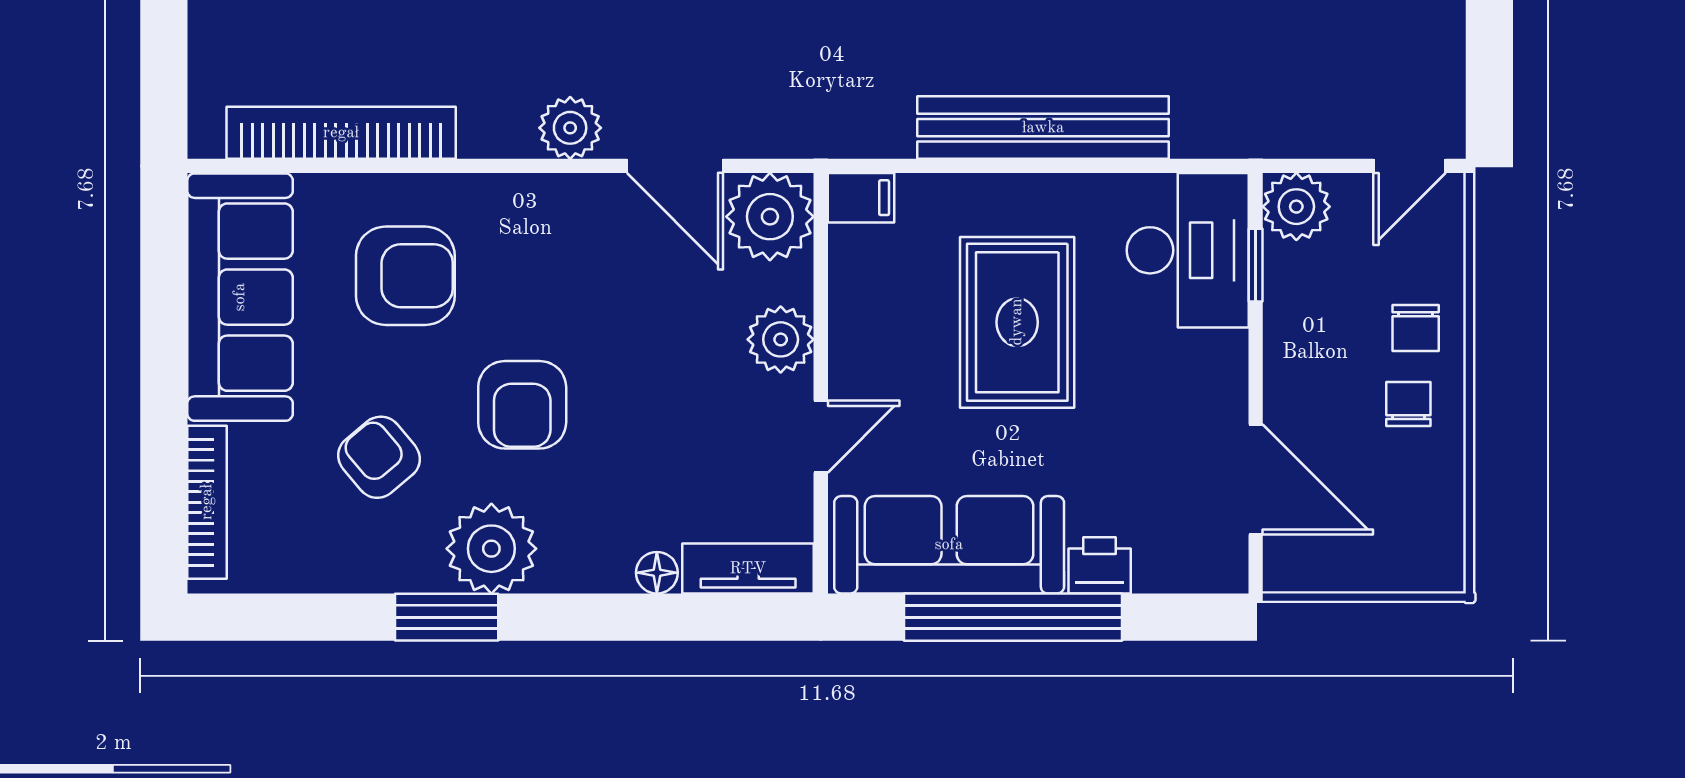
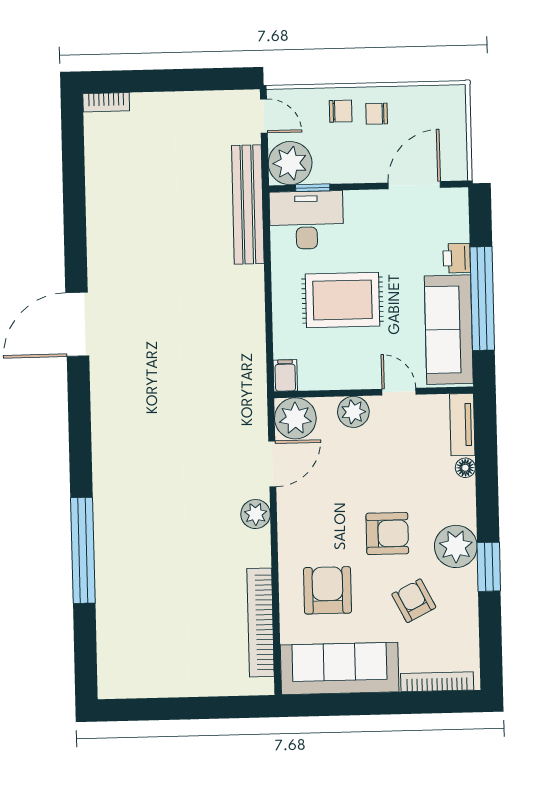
bench: (1043, 128) -> (248, 205), moved
plant: (1296, 207) -> (290, 163), width x1.36, depth x1.36
armchair: (379, 457) -> (414, 601), turned 103

